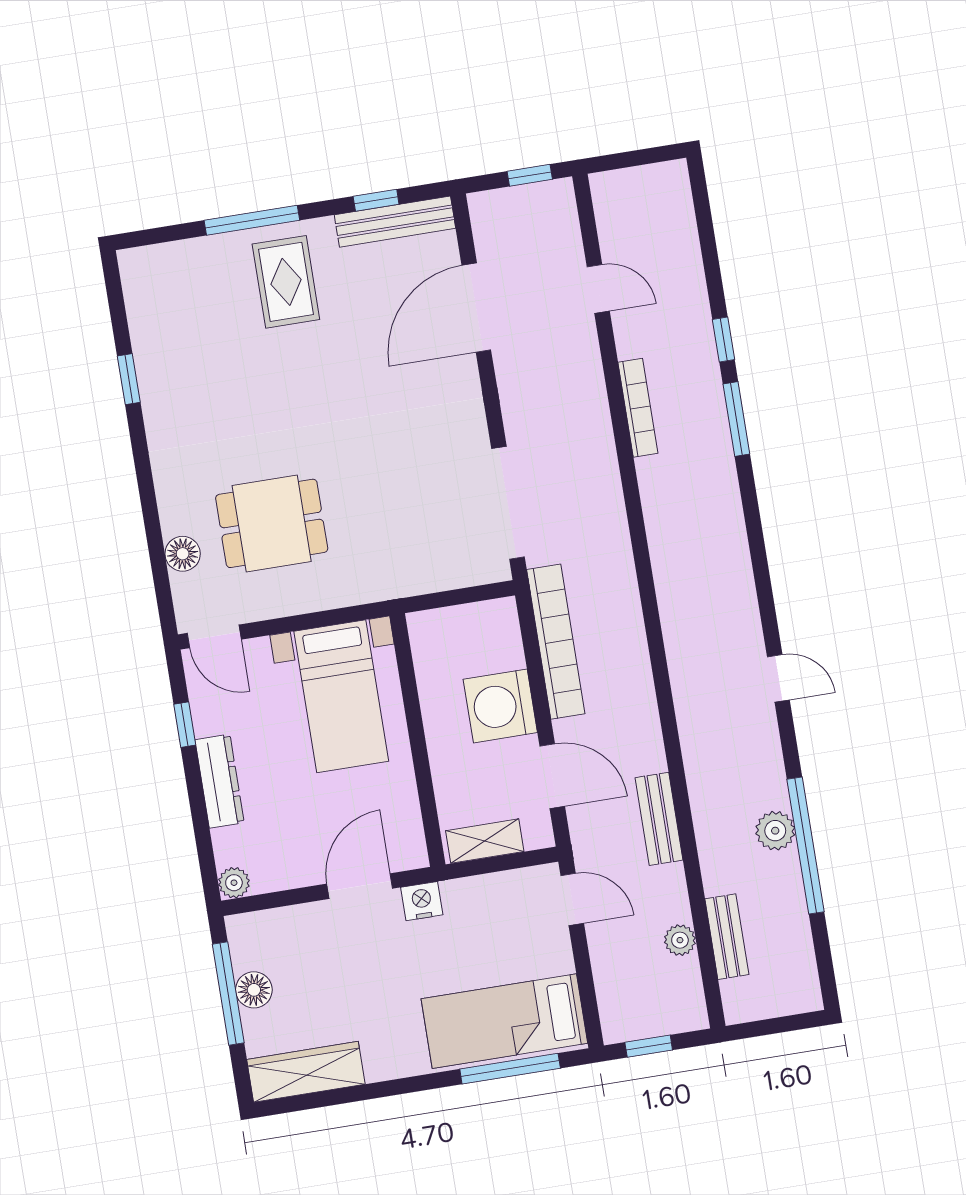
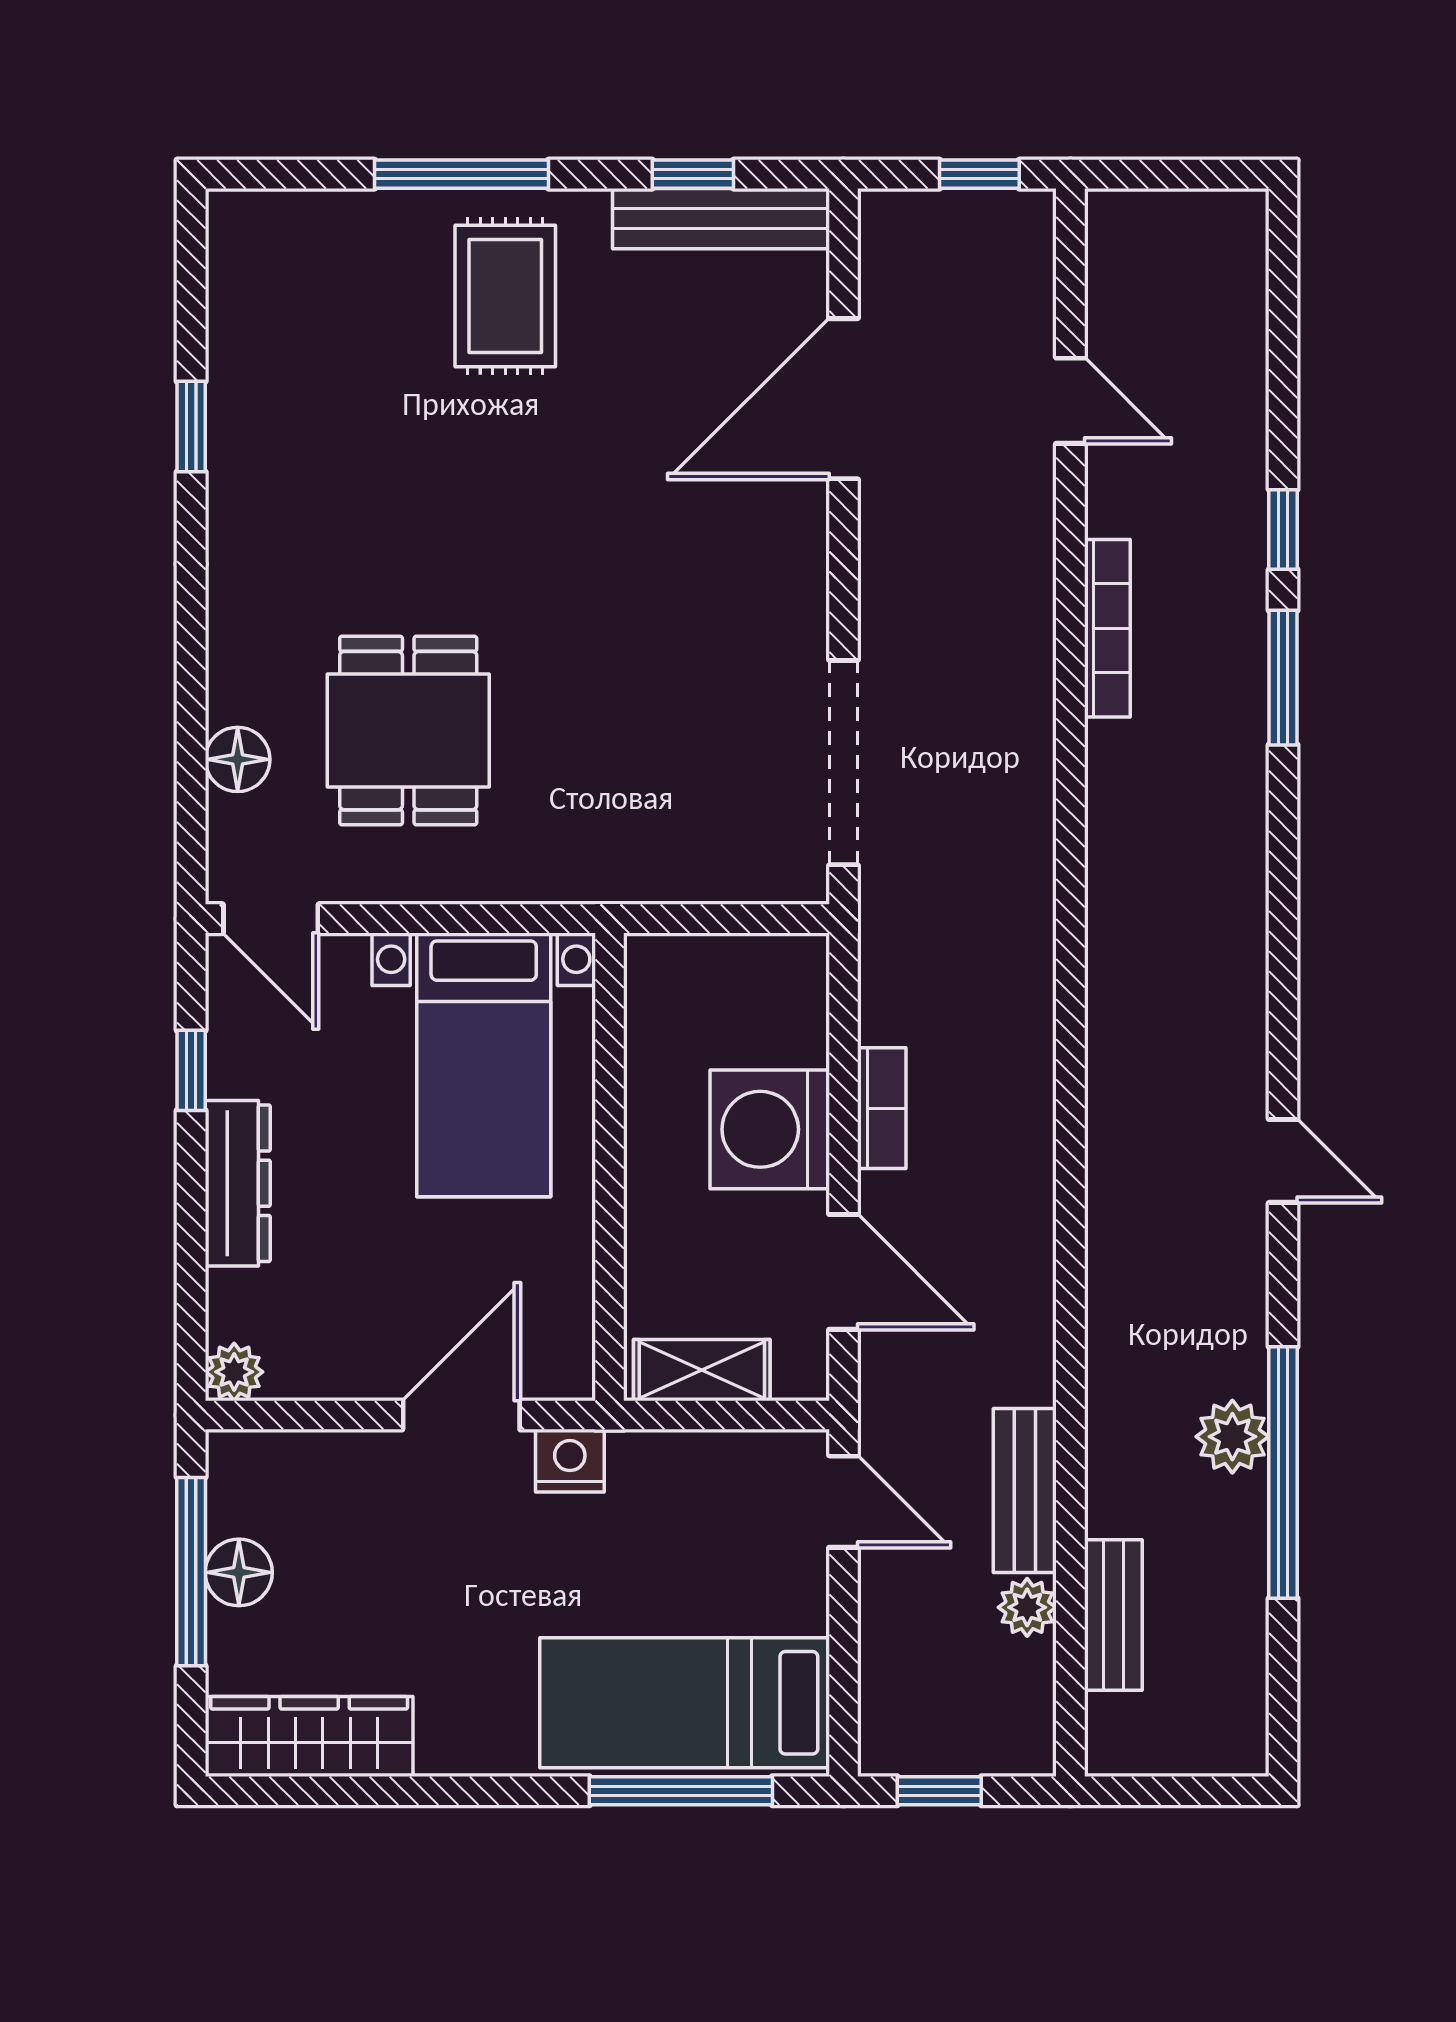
dining table: (272, 523) -> (408, 731), turned 90
bookcase: (556, 642) -> (882, 1108), width x0.43, depth x0.76
bench: (659, 819) -> (1025, 1491), moved

